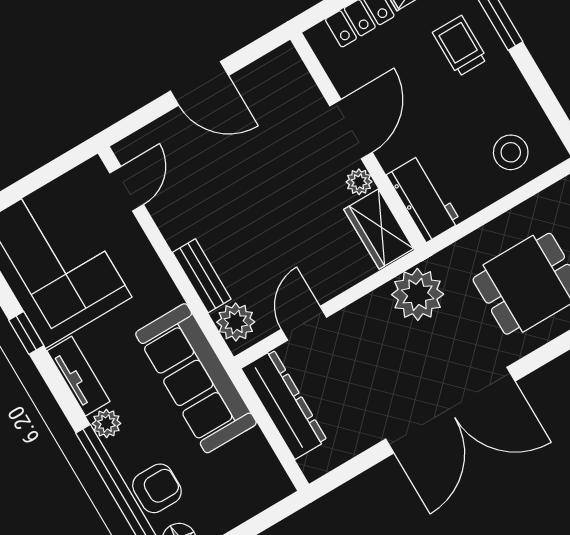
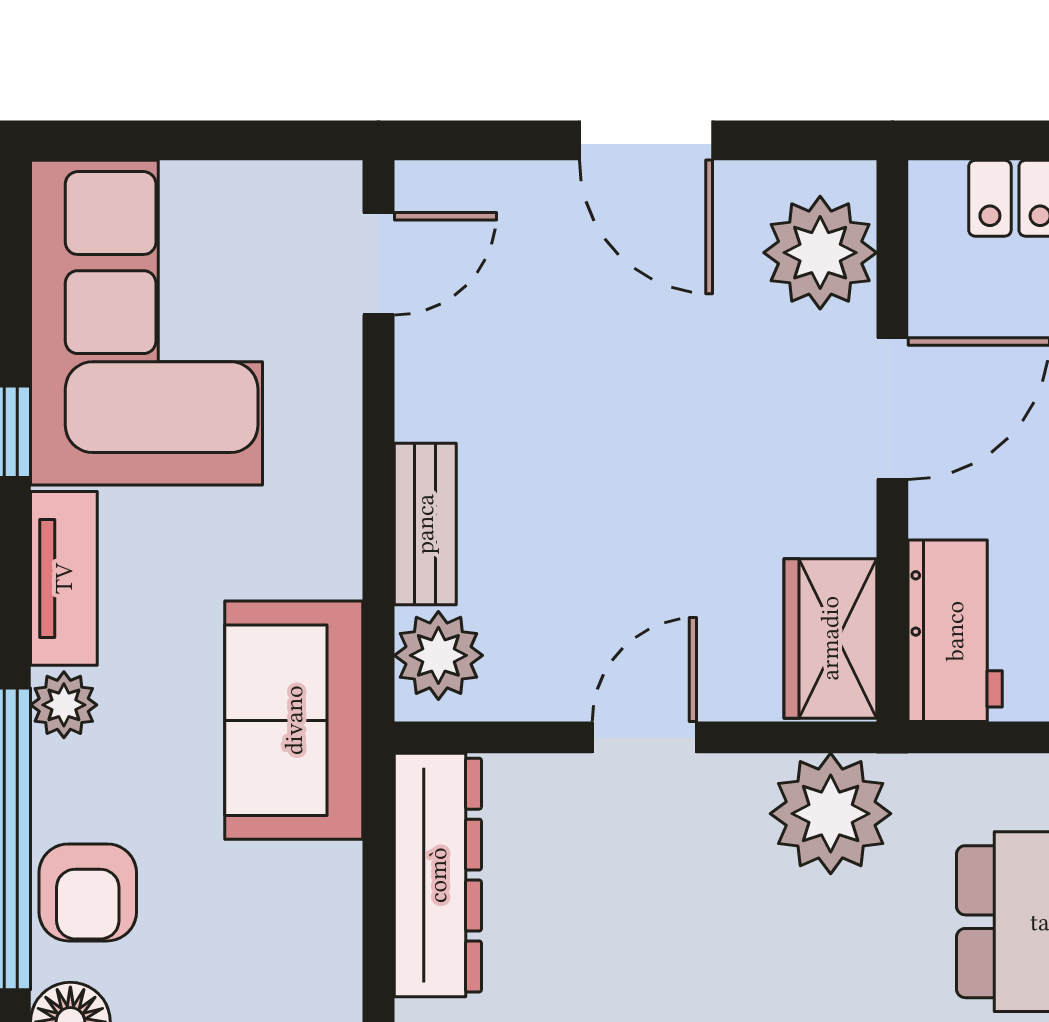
plant: (359, 182) -> (820, 253), moved, width x1.88, depth x1.88
door: (304, 323) -> (644, 737), moved
sofa: (196, 378) -> (294, 720), width x0.73
armchair: (157, 488) -> (88, 892), turned 90

